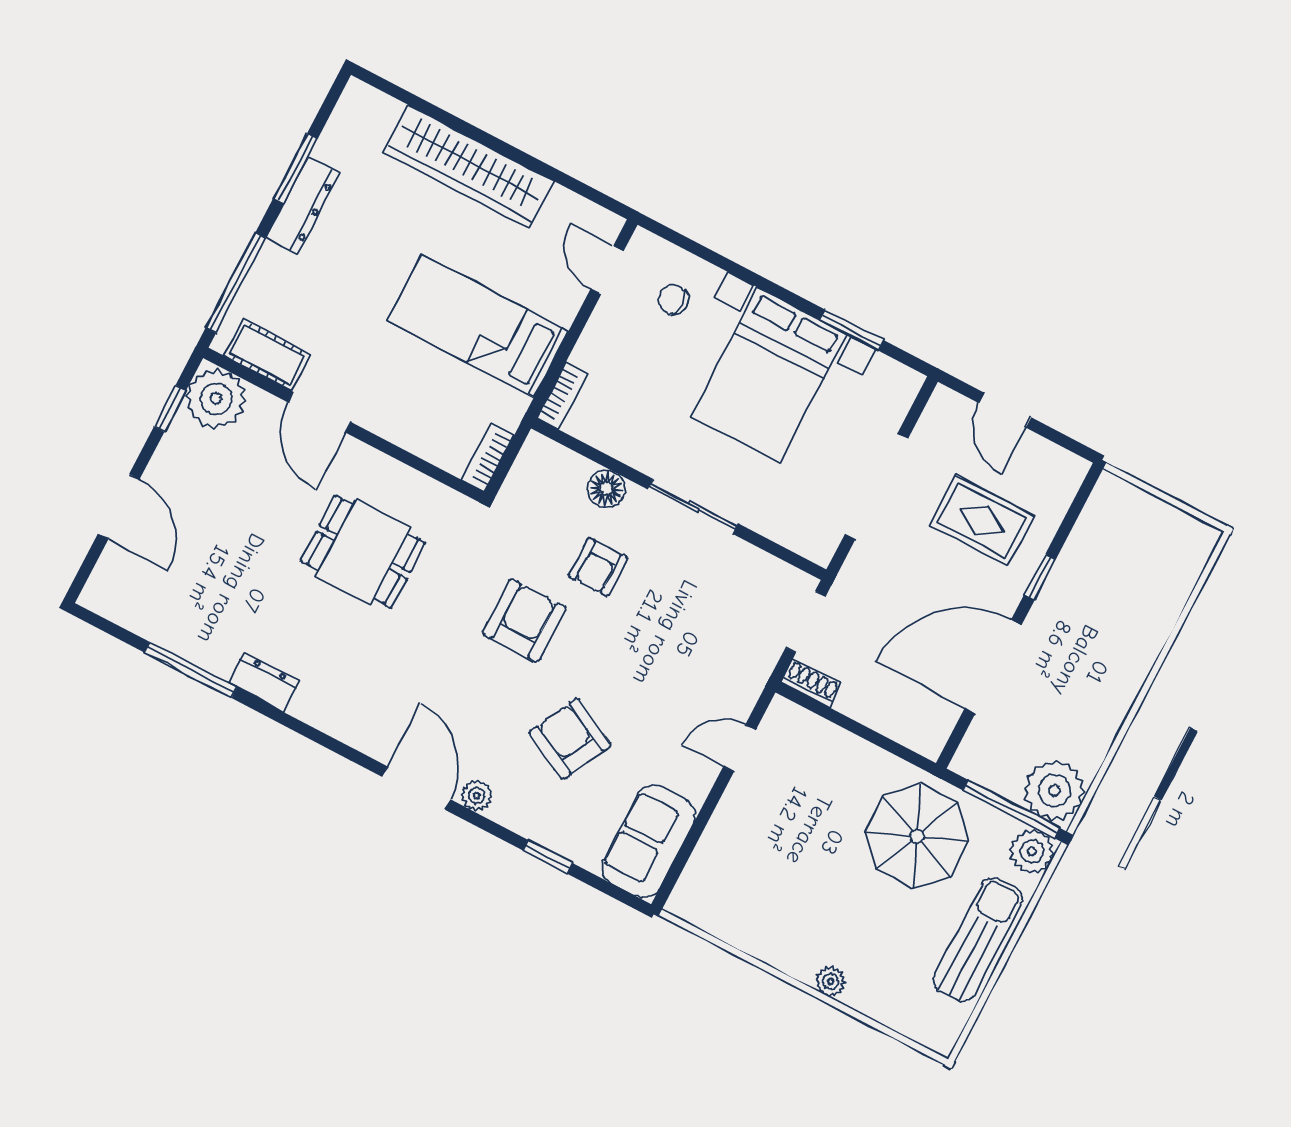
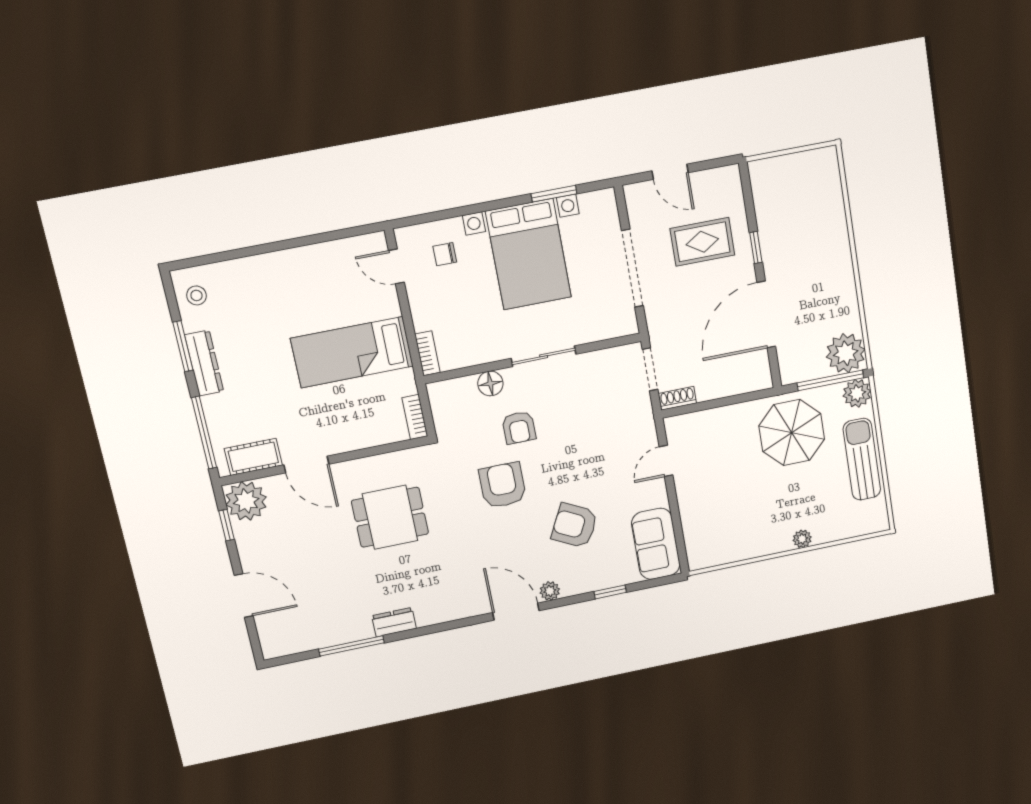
stool: (358, 125) -> (196, 295), added
wardrobe: (468, 166) -> (275, 270), removed

